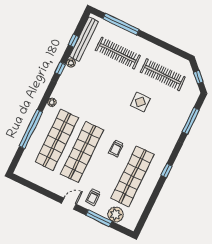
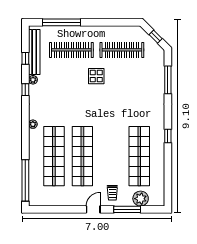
display table: (140, 102) -> (96, 76), moved
window: (31, 129) -> (25, 180), moved
trolley: (116, 148) -> (112, 138), removed

